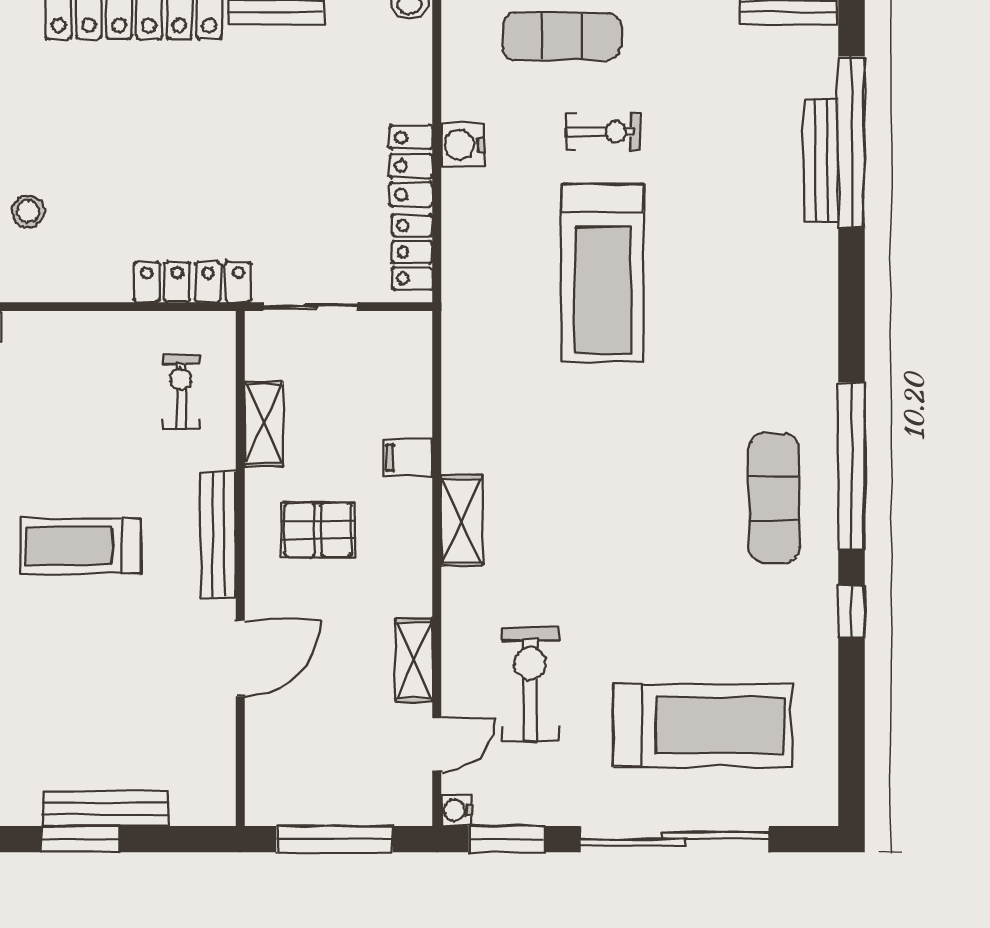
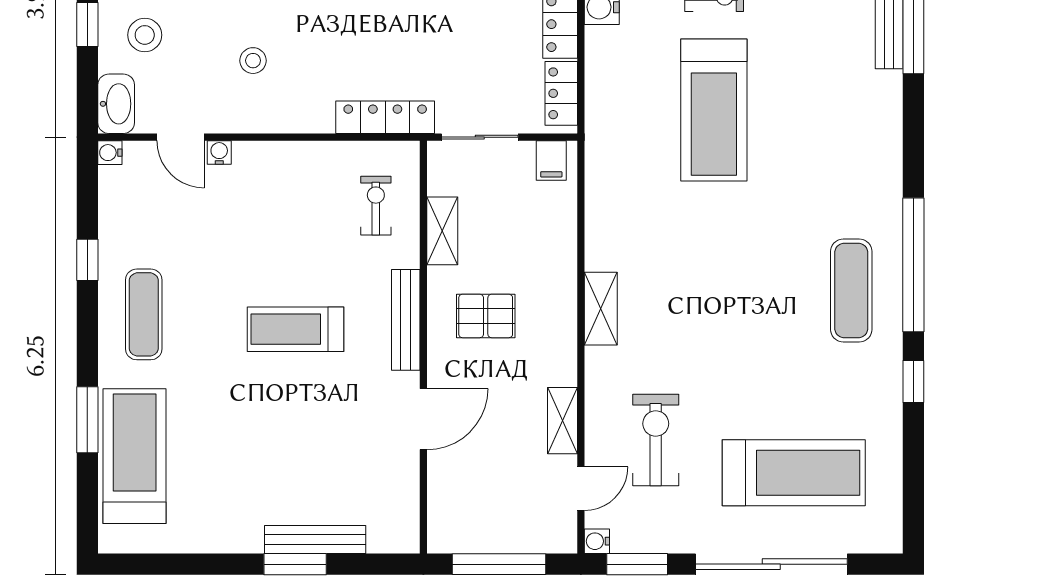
filing cabinet: (408, 458) -> (551, 160), moved, turned -90

